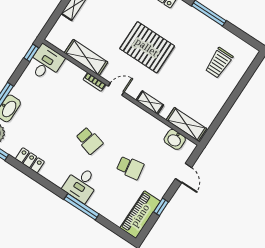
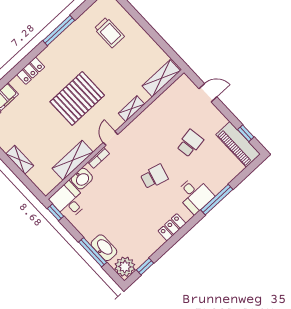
washbasin: (175, 139) -> (82, 179), moved
locker: (30, 160) -> (172, 227), moved
window: (161, 207) -> (246, 133), moved

